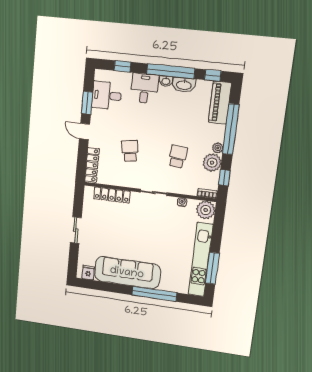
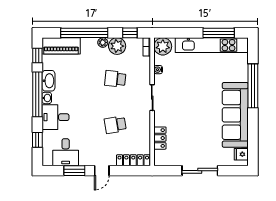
locker: (112, 195) -> (160, 138), width x0.66
sliding door: (76, 230) -> (200, 171), width x1.37

